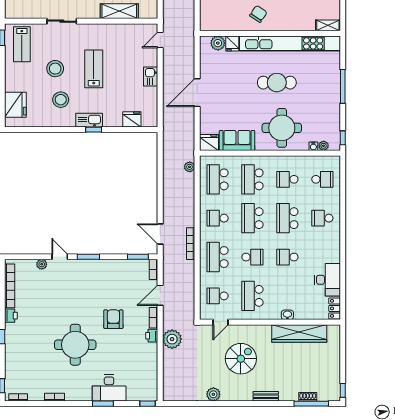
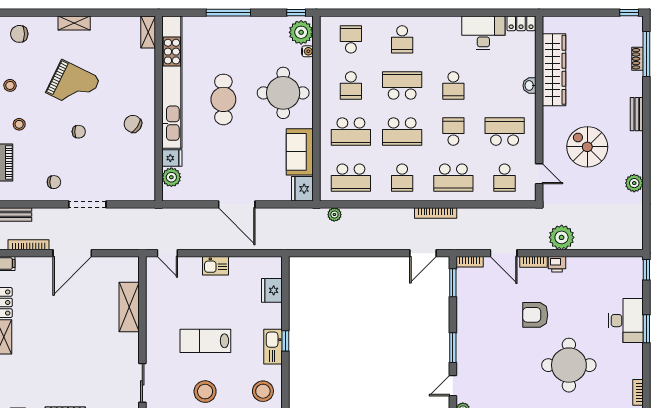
stool: (61, 100) -> (263, 391), moved
plant: (324, 146) -> (301, 32), width x1.87, depth x1.87
school desk: (287, 218) -> (402, 85), turned 180
school desk: (252, 296) -> (505, 132), turned 180

